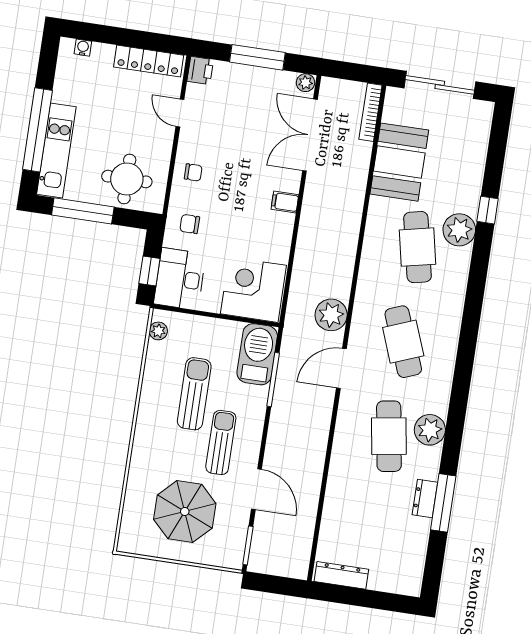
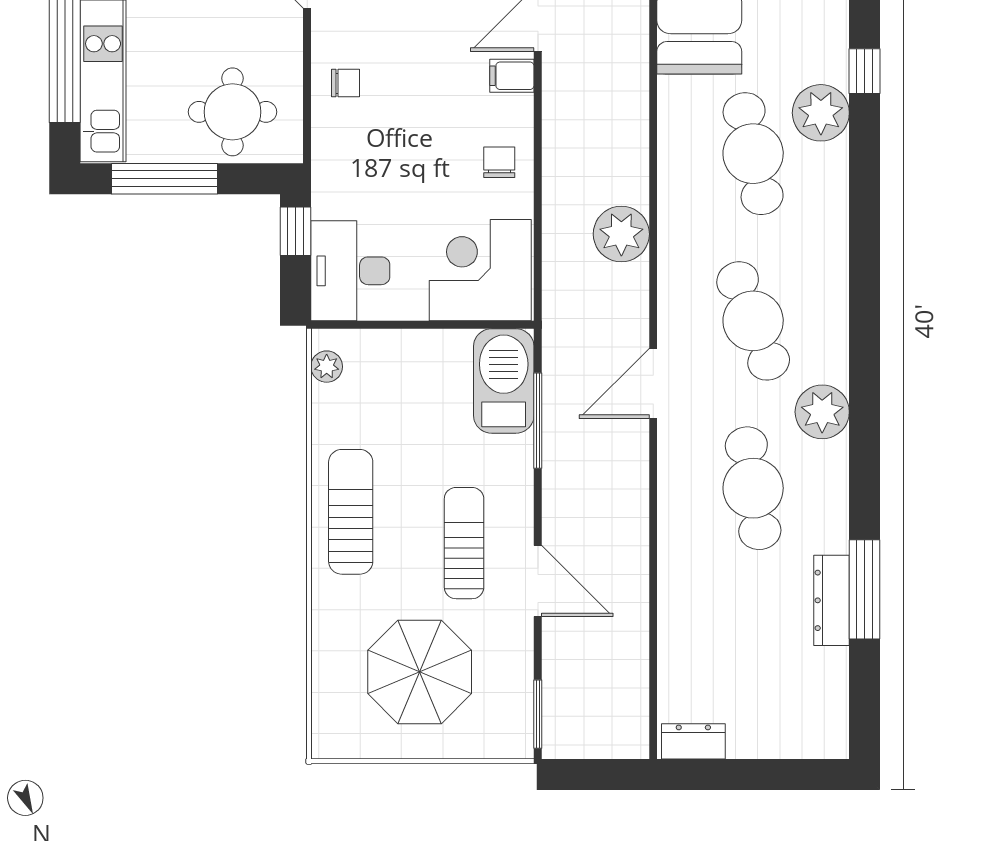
filing cabinet: (285, 202) -> (512, 76), moved
chair: (190, 224) -> (499, 162), moved, turned 90
window: (149, 271) -> (296, 231), moved
plant: (331, 315) -> (621, 234), moved
sun lounger: (194, 394) -> (351, 512), moved
plant: (430, 430) -> (822, 412), moved
door: (256, 489) -> (538, 581), moved
dresser: (425, 498) -> (831, 600), width x1.44
dresser: (341, 575) -> (693, 741), width x0.70

